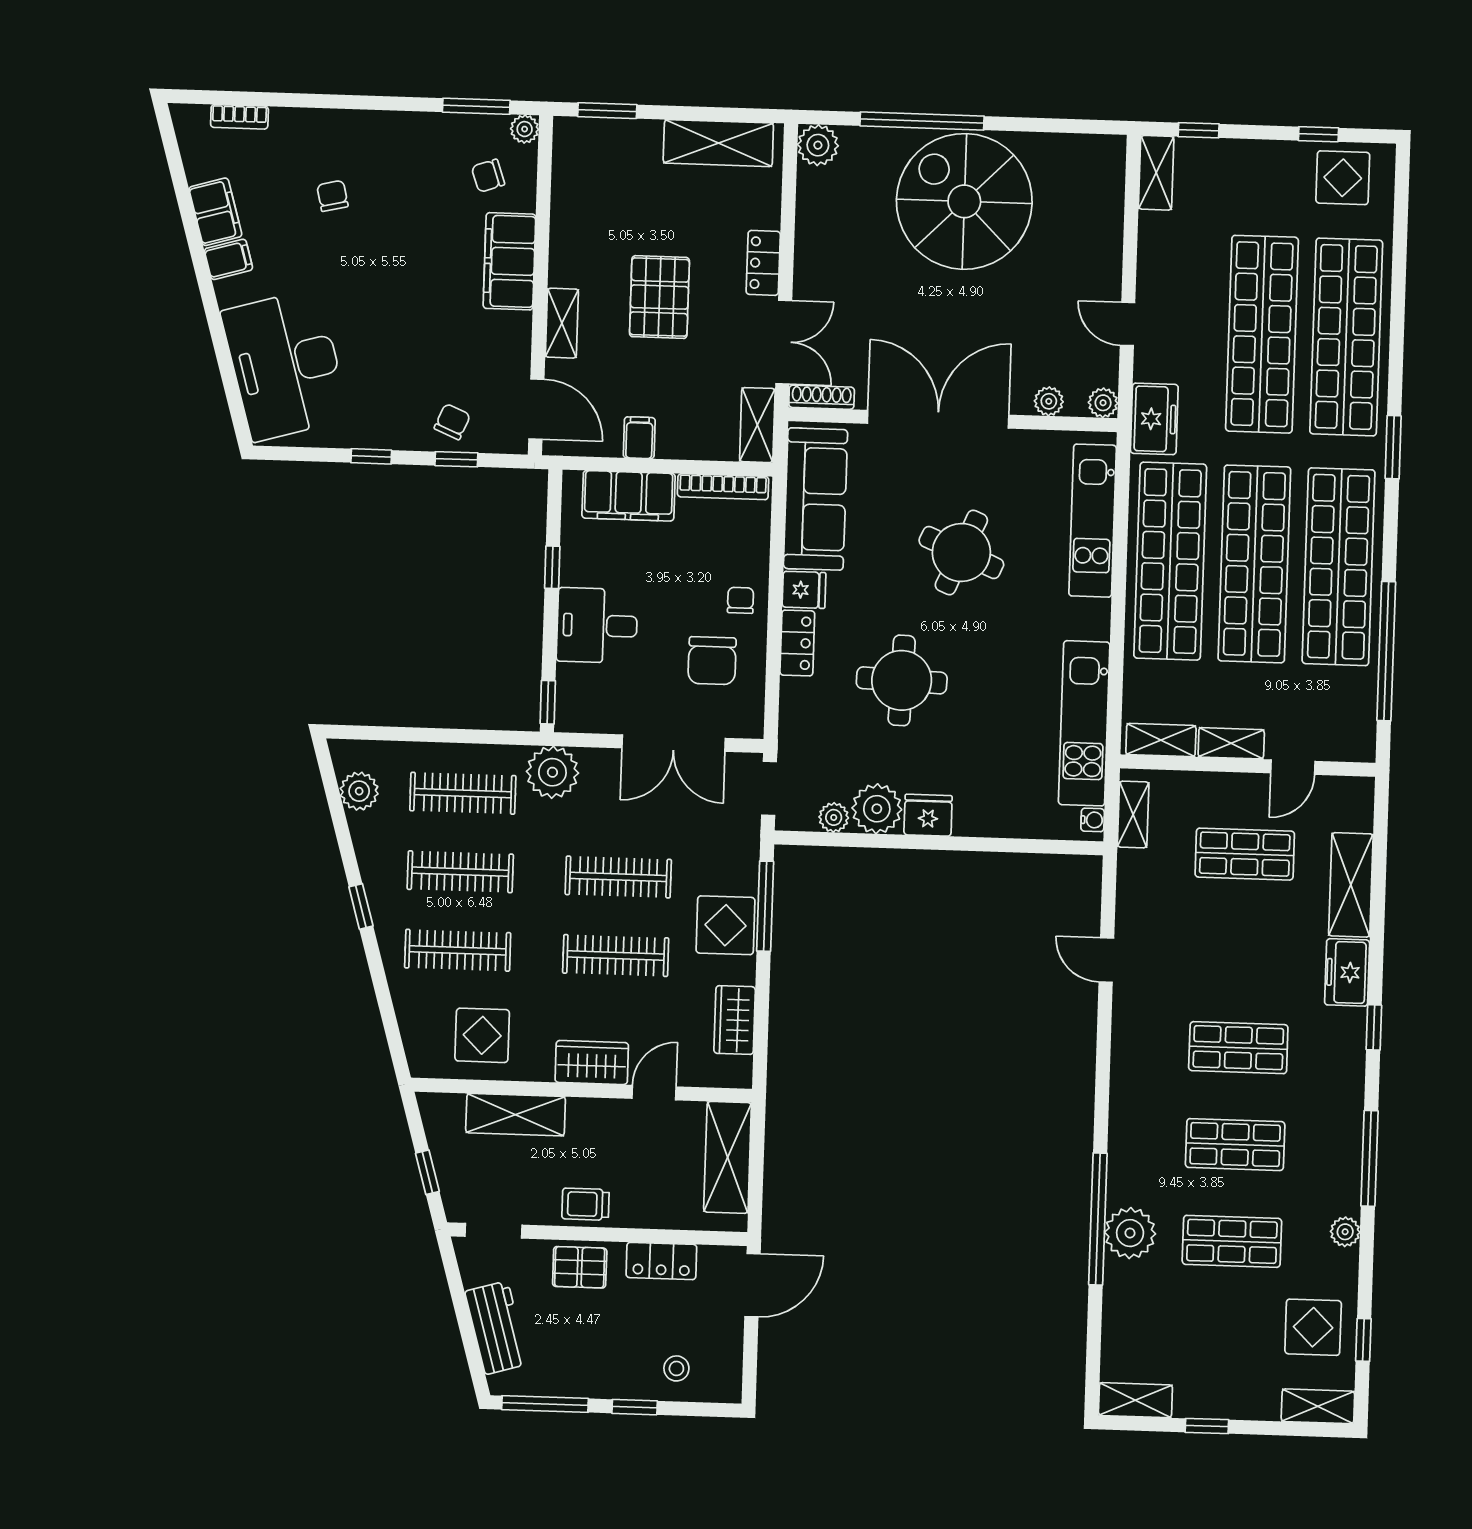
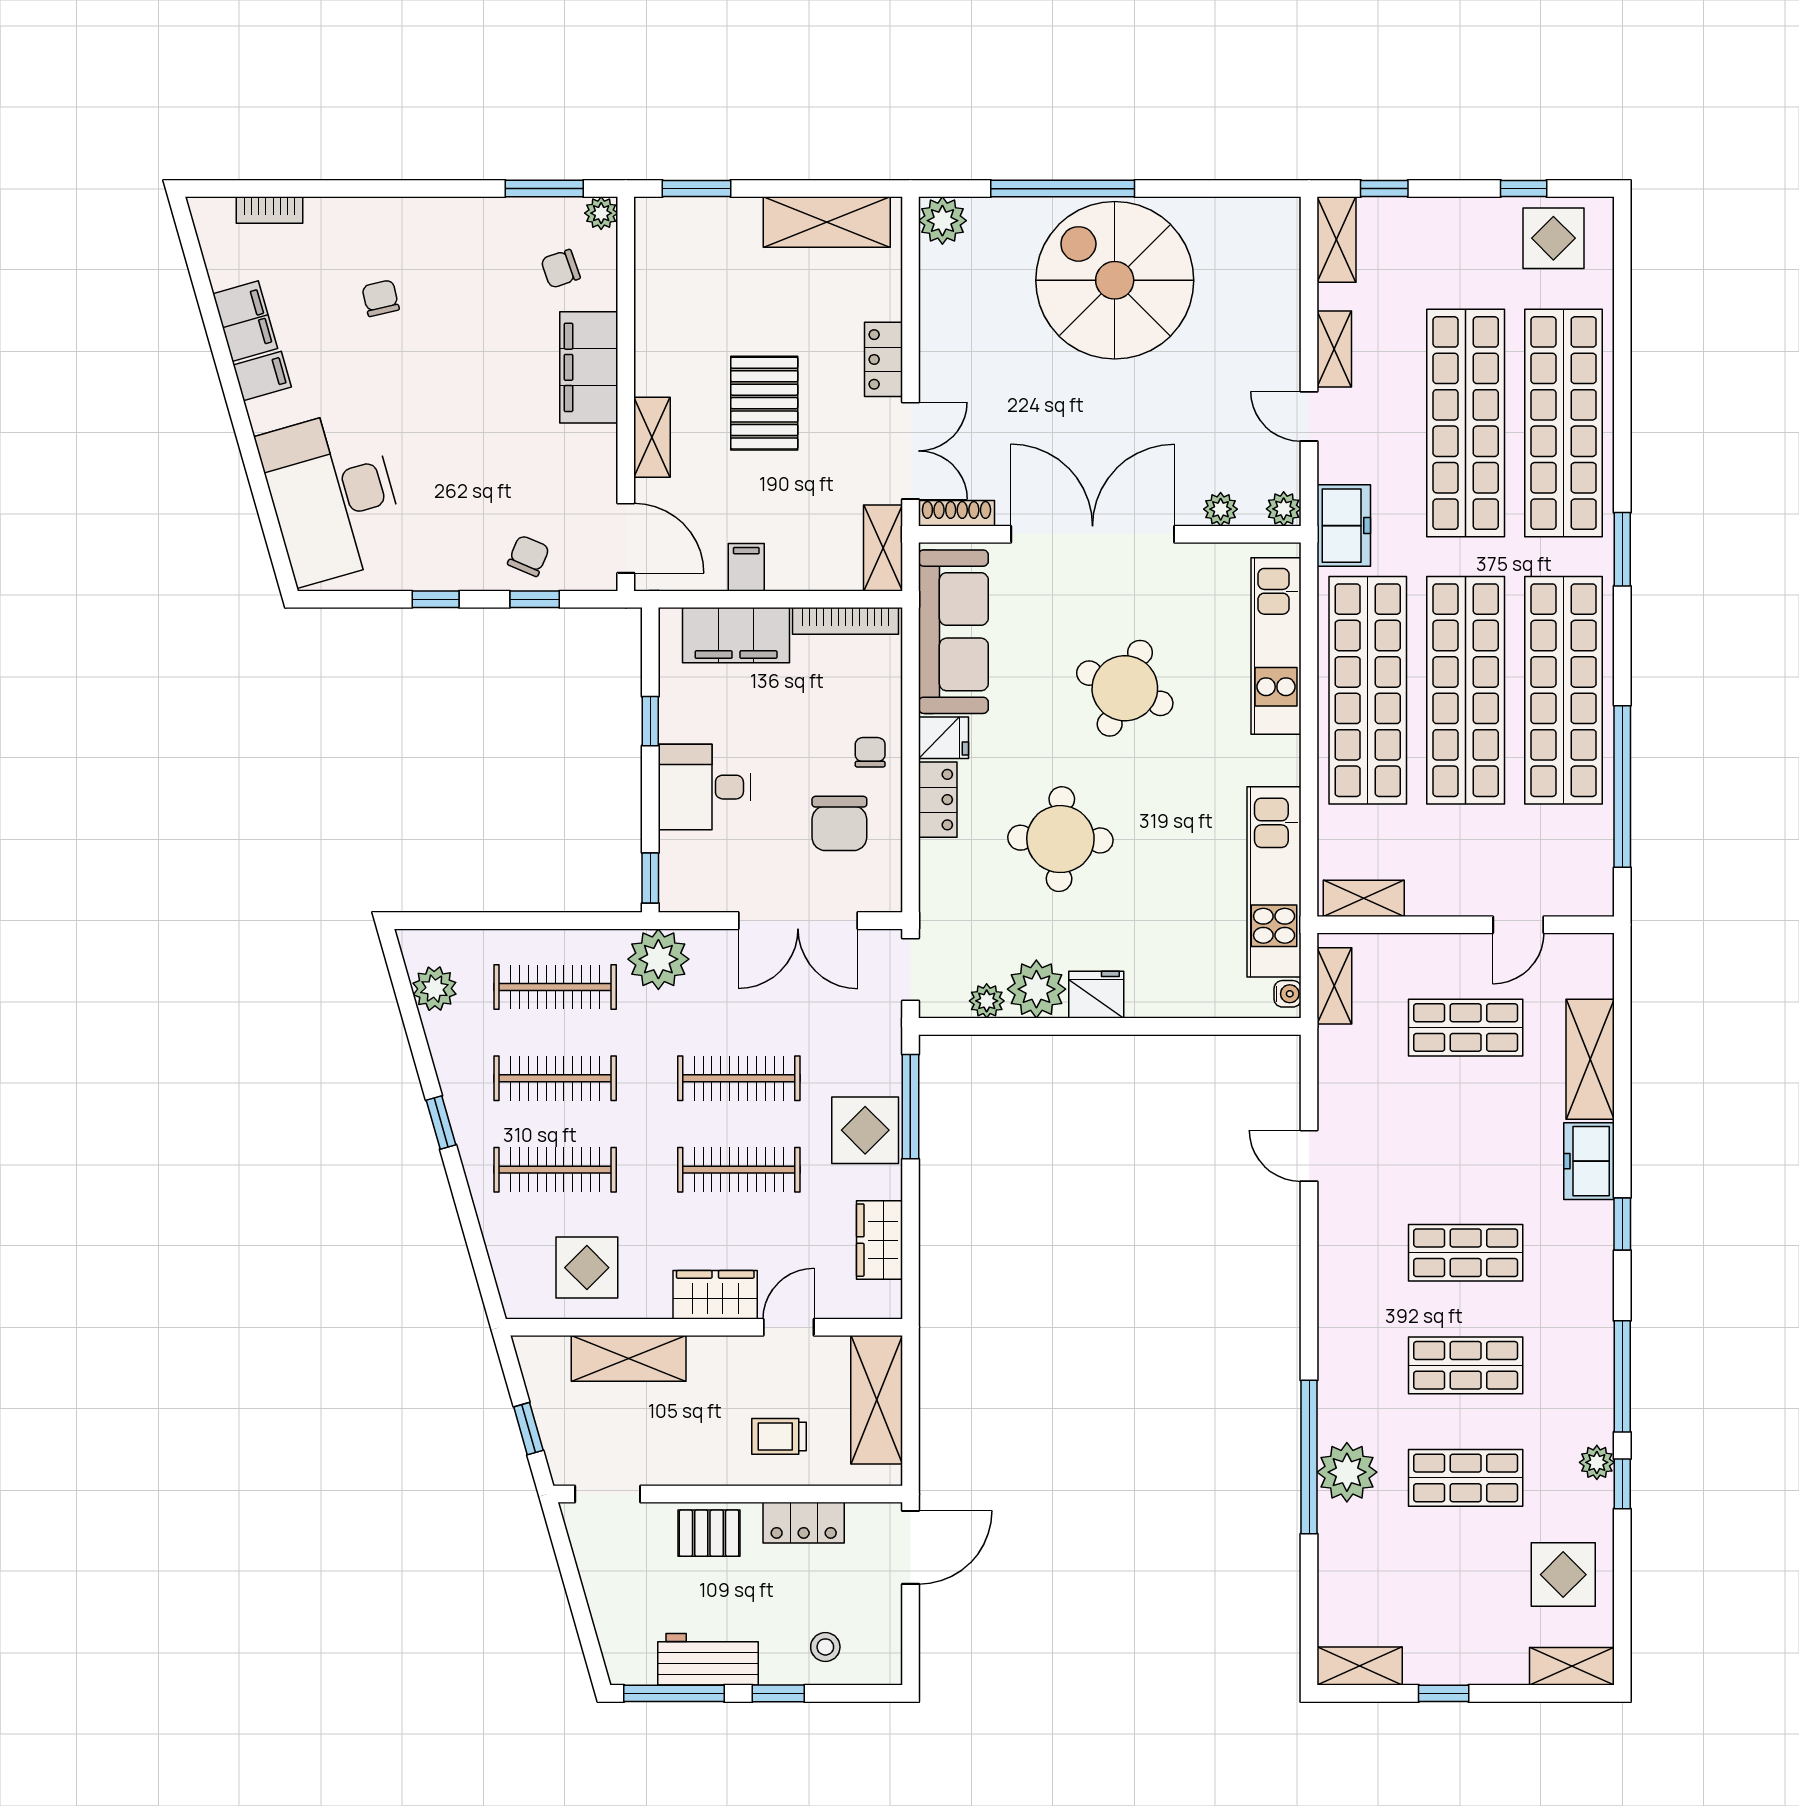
shelving: (1231, 743) -> (1334, 349), moved, turned 90
trolley: (586, 1204) -> (779, 1436), moved
workbench: (496, 1328) -> (708, 1659), moved, turned -74
window: (1363, 1340) -> (1622, 1484), moved

